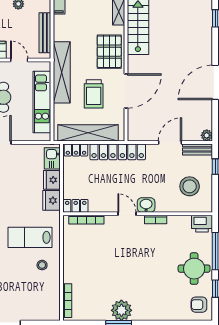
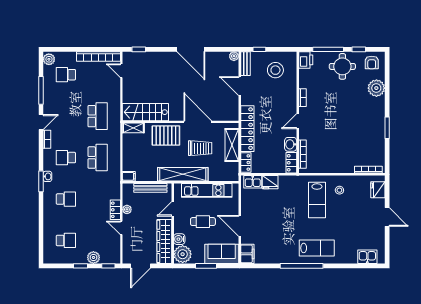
shelving: (88, 133) -> (232, 145), width x0.68
fridge: (51, 200) -> (378, 190), moved, turned 90
washbasin: (146, 205) -> (291, 144), moved
plant: (121, 310) -> (376, 88), moved

